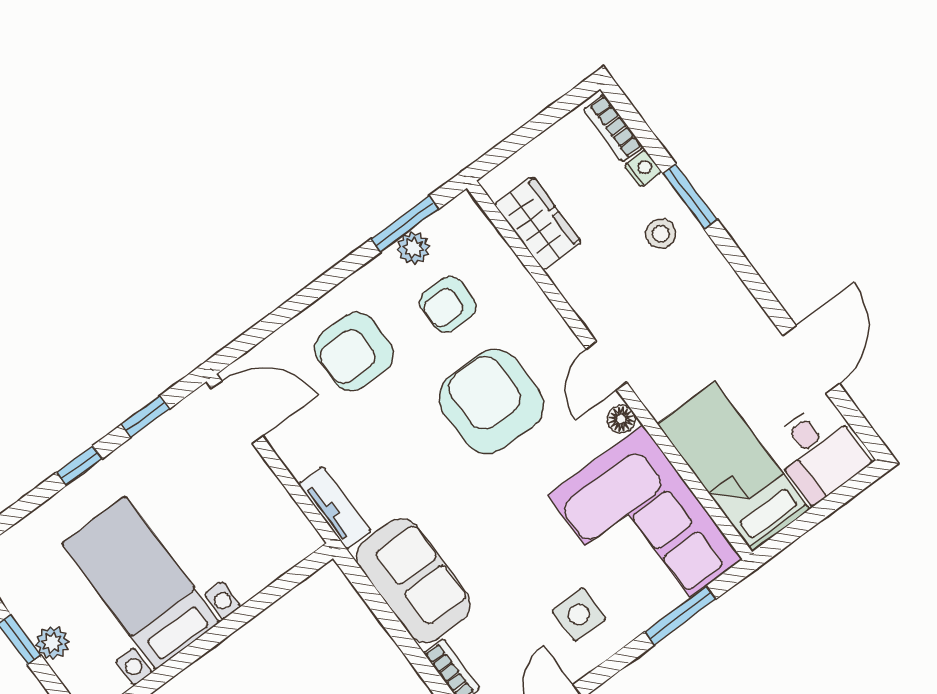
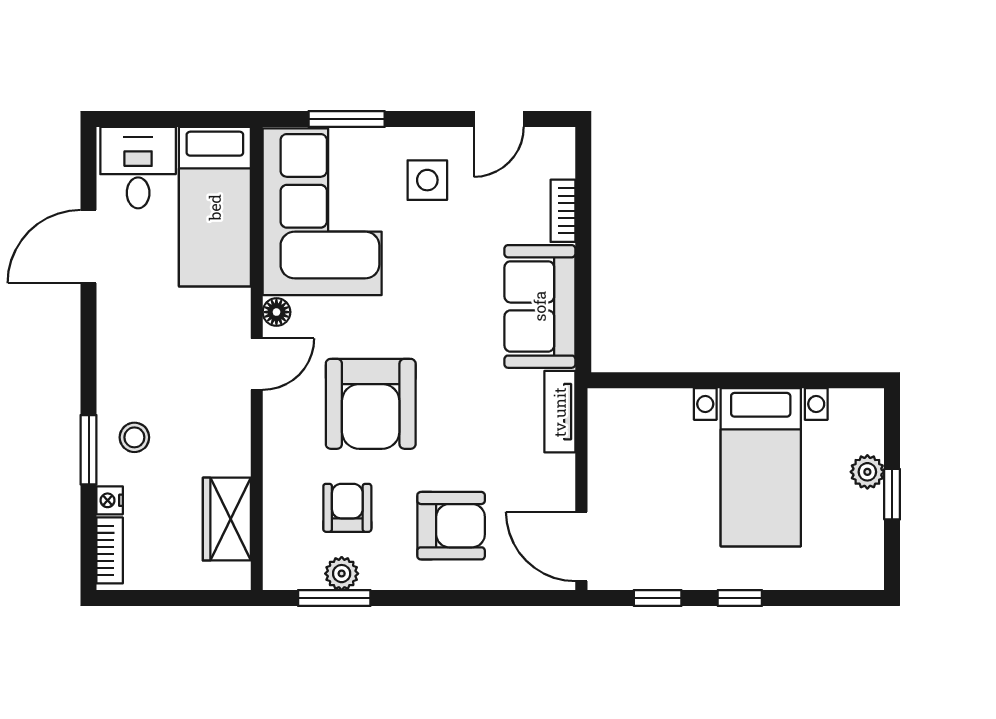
armchair: (448, 304) -> (347, 508), turned -90

